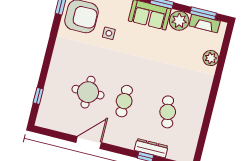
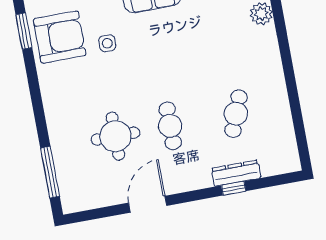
window: (38, 96) -> (50, 172), width x2.17
cafe table: (168, 112) -> (236, 114), turned 33

